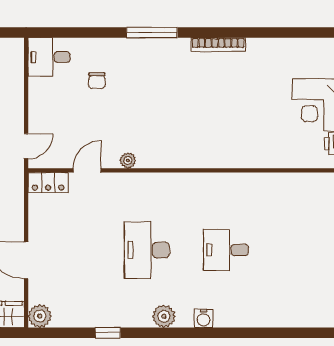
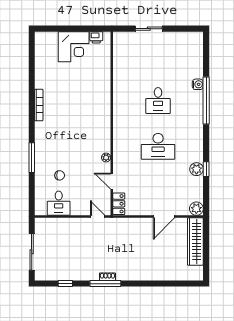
window: (152, 33) -> (32, 158), moved
desk: (49, 57) -> (59, 203), moved
plant: (164, 316) -> (196, 169), moved
water cooler: (204, 318) -> (198, 84), moved
window: (226, 333) -> (206, 100), added

